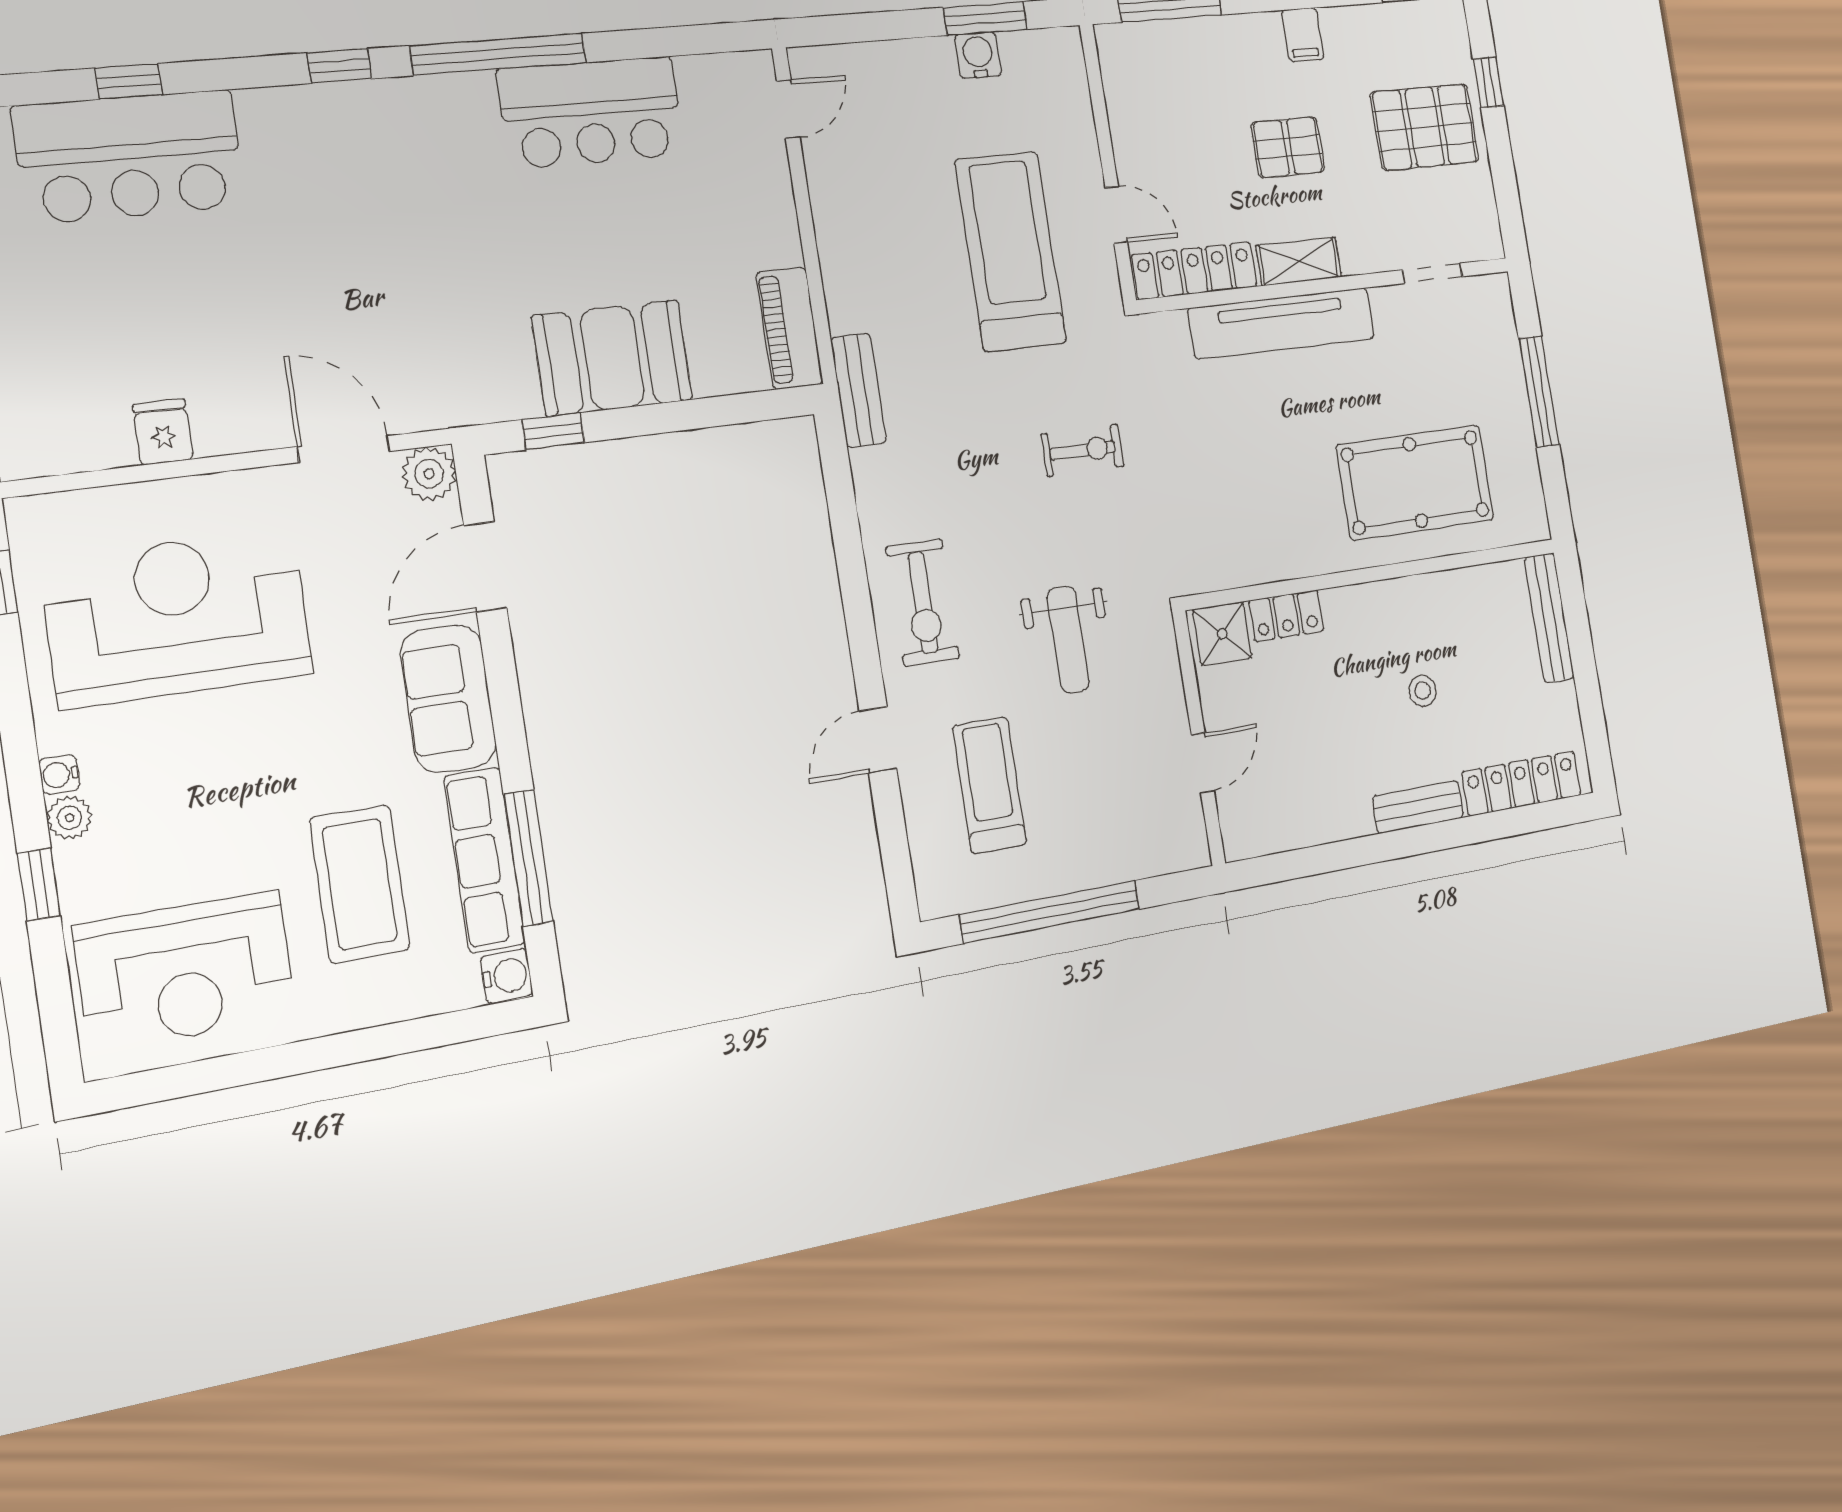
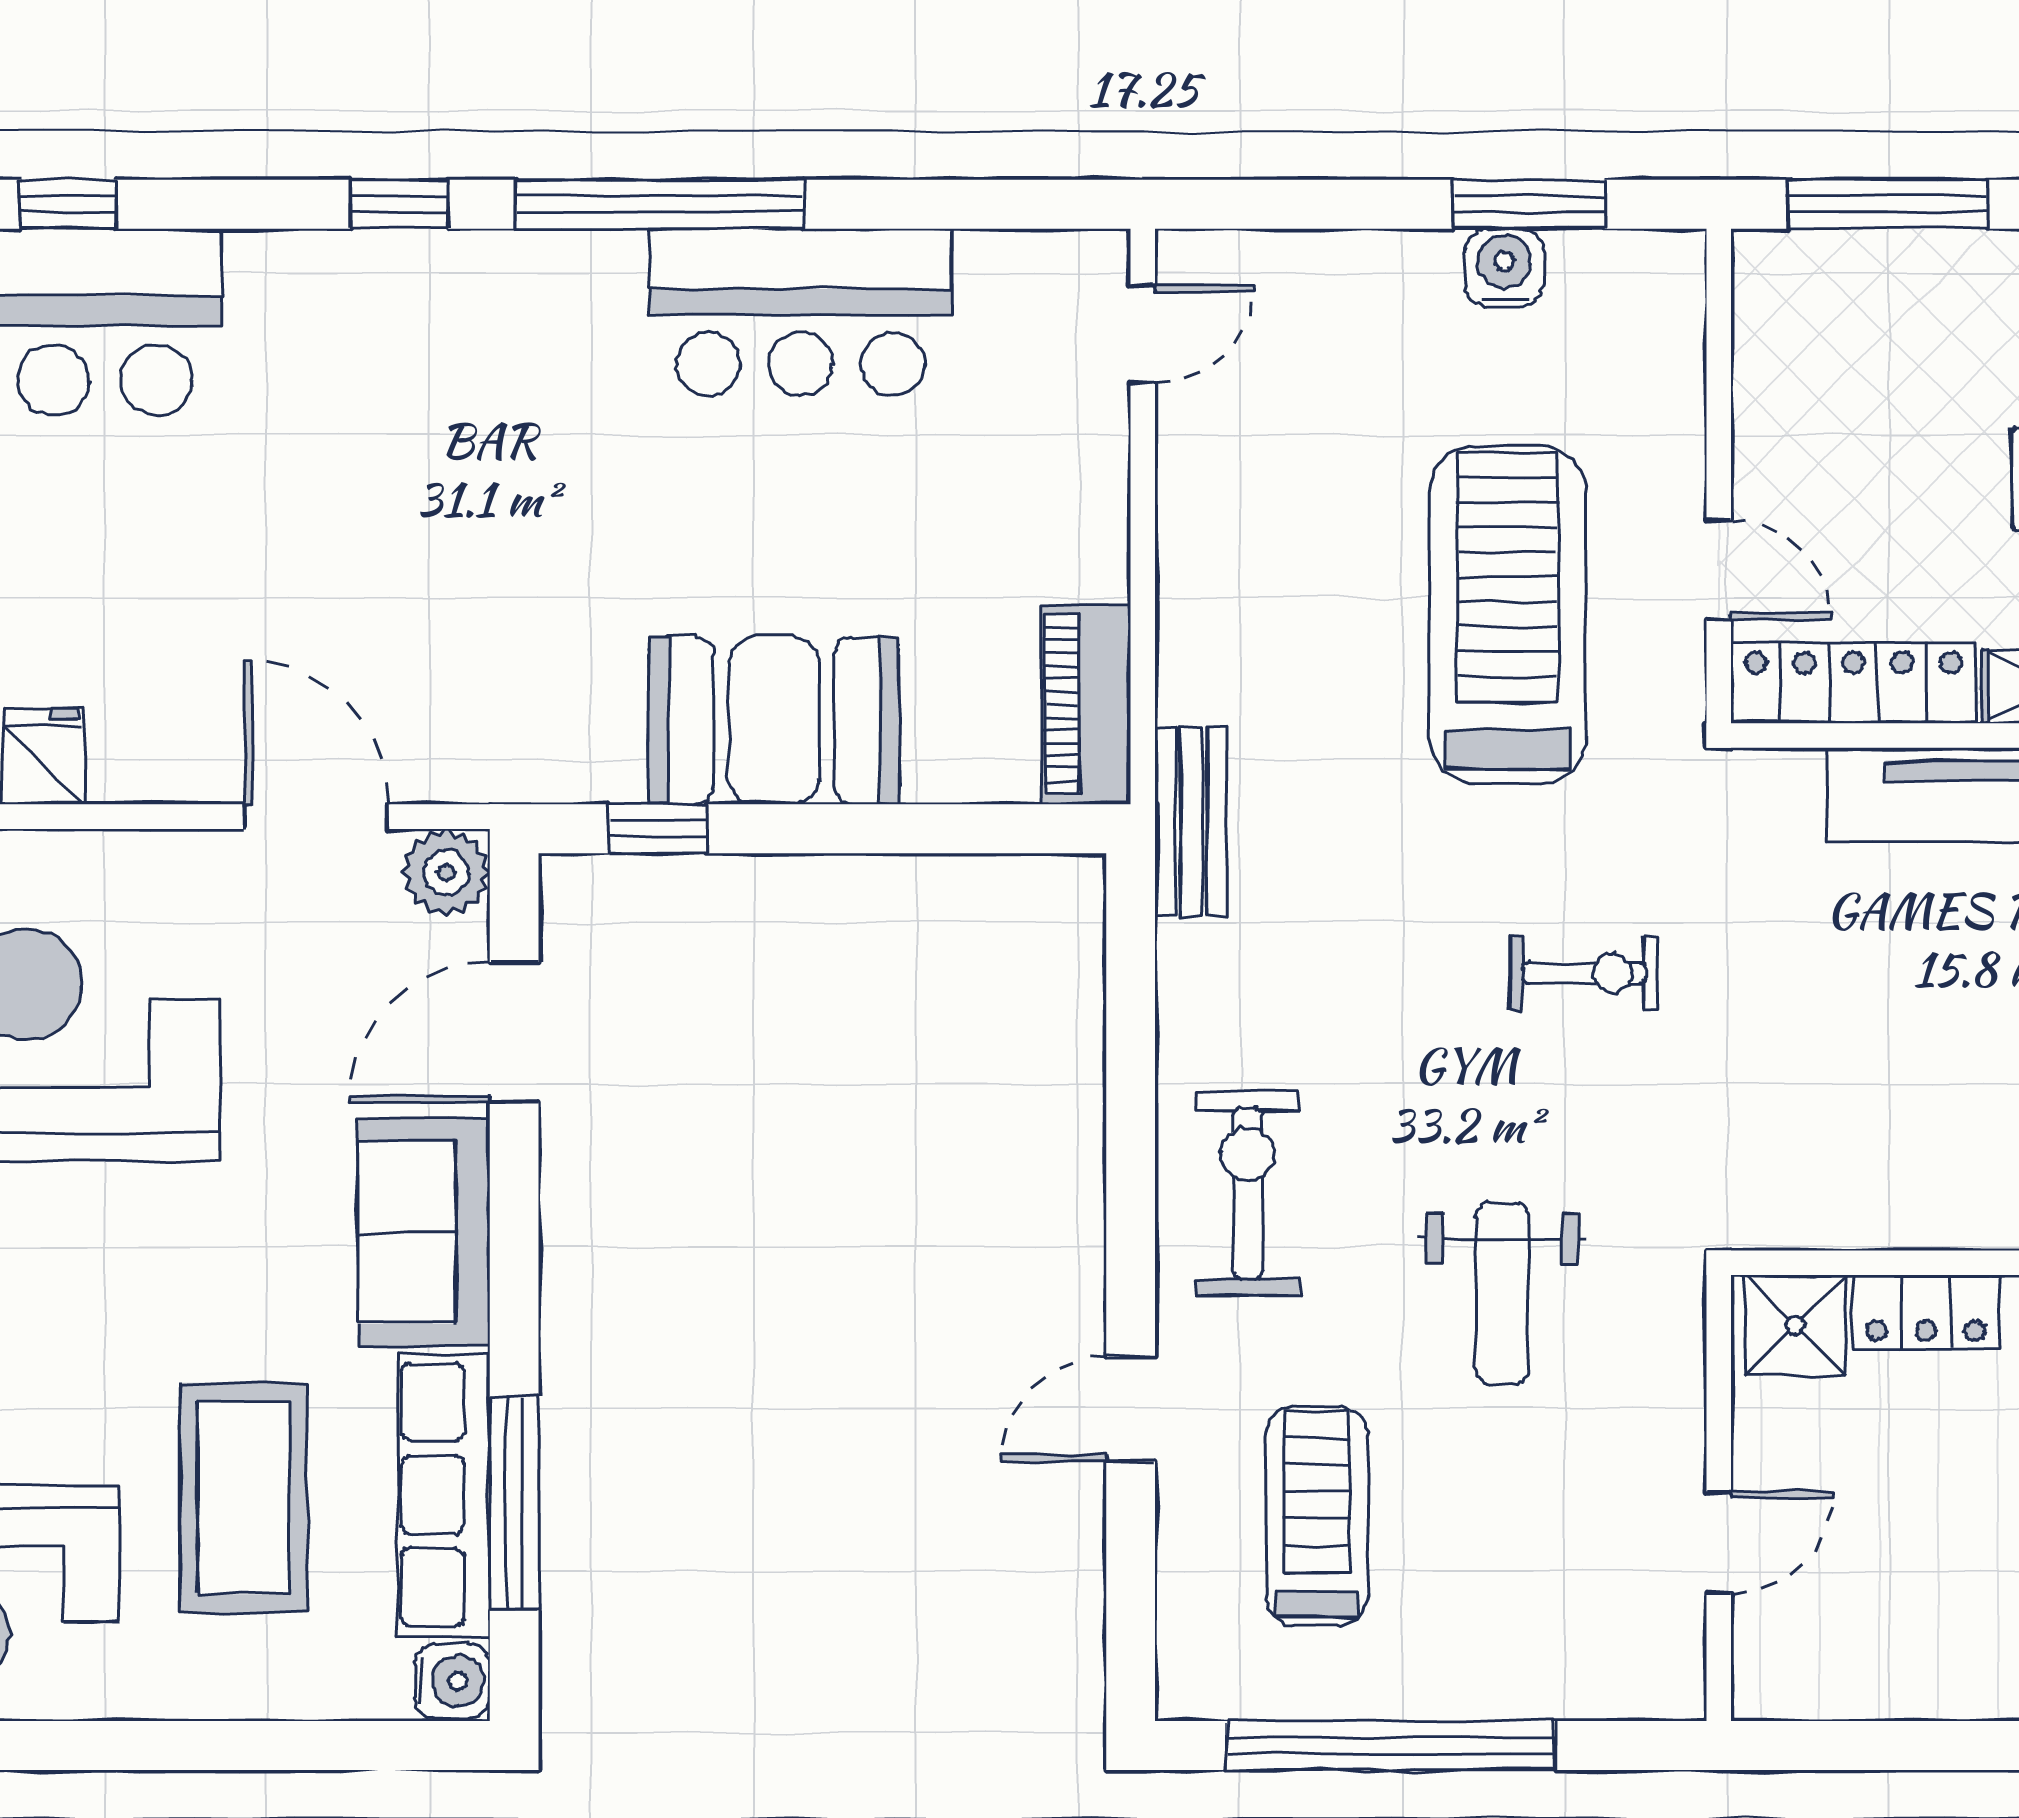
exercise bike: (923, 603) -> (1248, 1193), turned 180

